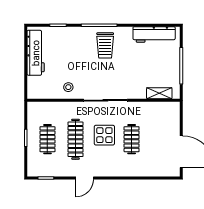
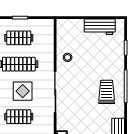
trolley: (105, 45) -> (107, 92), turned 90
workbench: (36, 53) -> (100, 27), width x0.73

